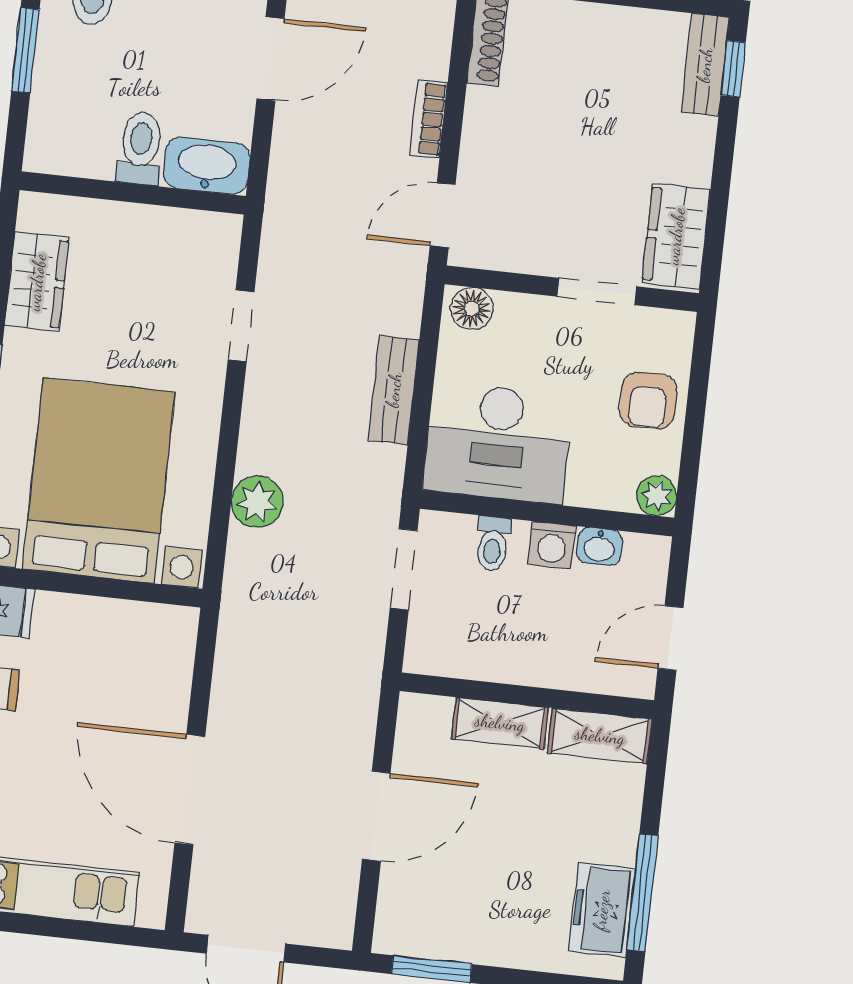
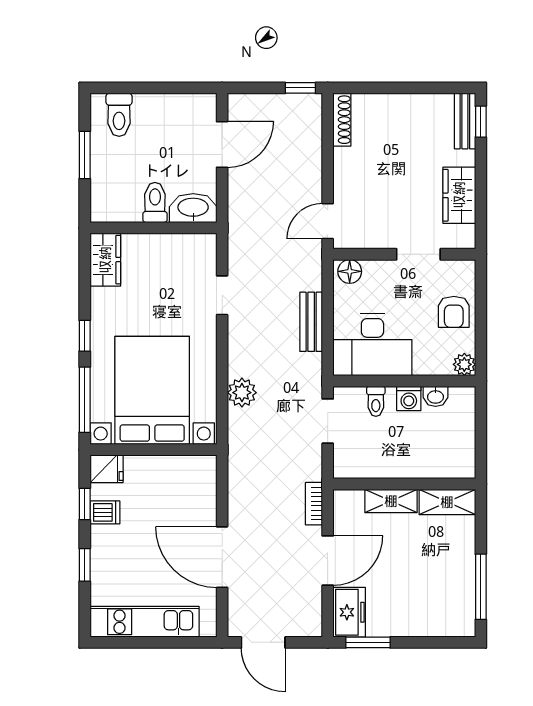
bookcase: (429, 119) -> (314, 504), moved
wardrobe: (676, 236) -> (459, 195), moved
wardrobe: (37, 282) -> (105, 260), moved
door: (670, 638) -> (481, 443), removed
freezer: (602, 910) -> (349, 612), moved, turned 180

